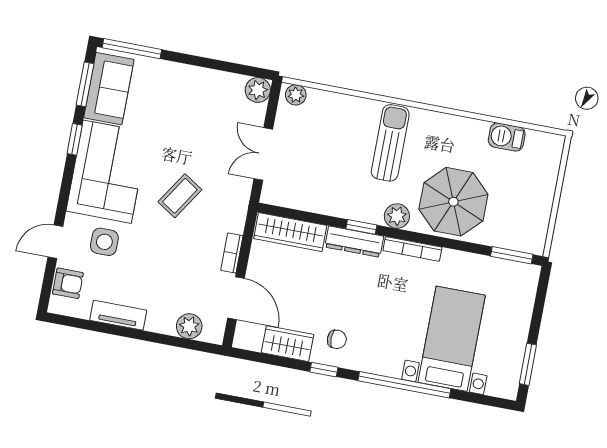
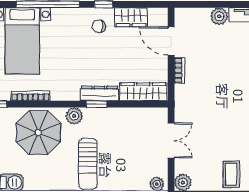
coffee table: (180, 196) -> (231, 174), moved, turned -33
bookcase: (412, 249) -> (30, 96), moved
plant: (189, 326) -> (219, 16), moved

